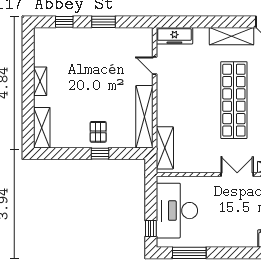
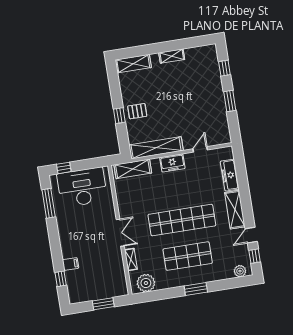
freezer: (174, 36) -> (230, 175), moved
freezer: (165, 100) -> (172, 163), added

